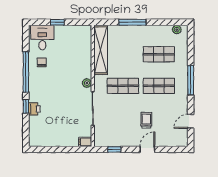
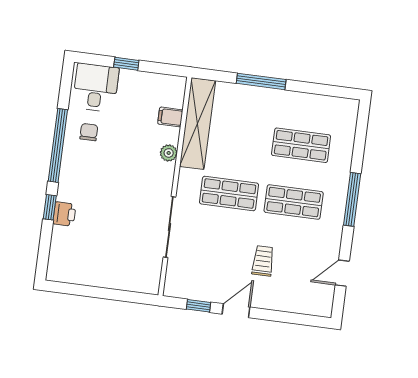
plant: (177, 30) -> (339, 105), removed
plant: (87, 83) -> (169, 153), moved
filing cabinet: (85, 142) -> (170, 117), moved
door: (147, 149) -> (236, 311), moved

